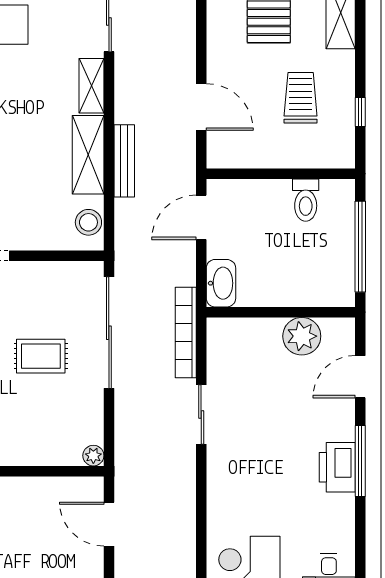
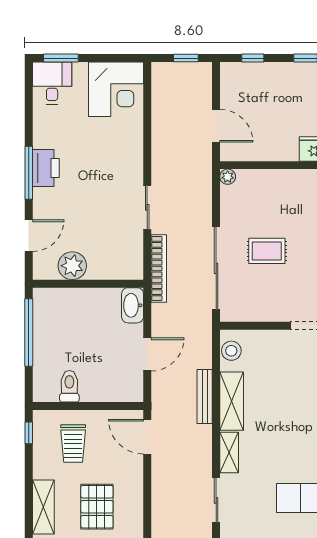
wall: (281, 174) -> (88, 406), moved
toilet: (306, 200) -> (69, 386), moved

